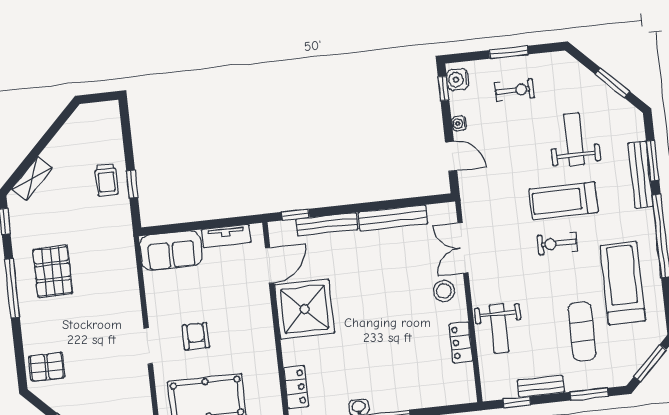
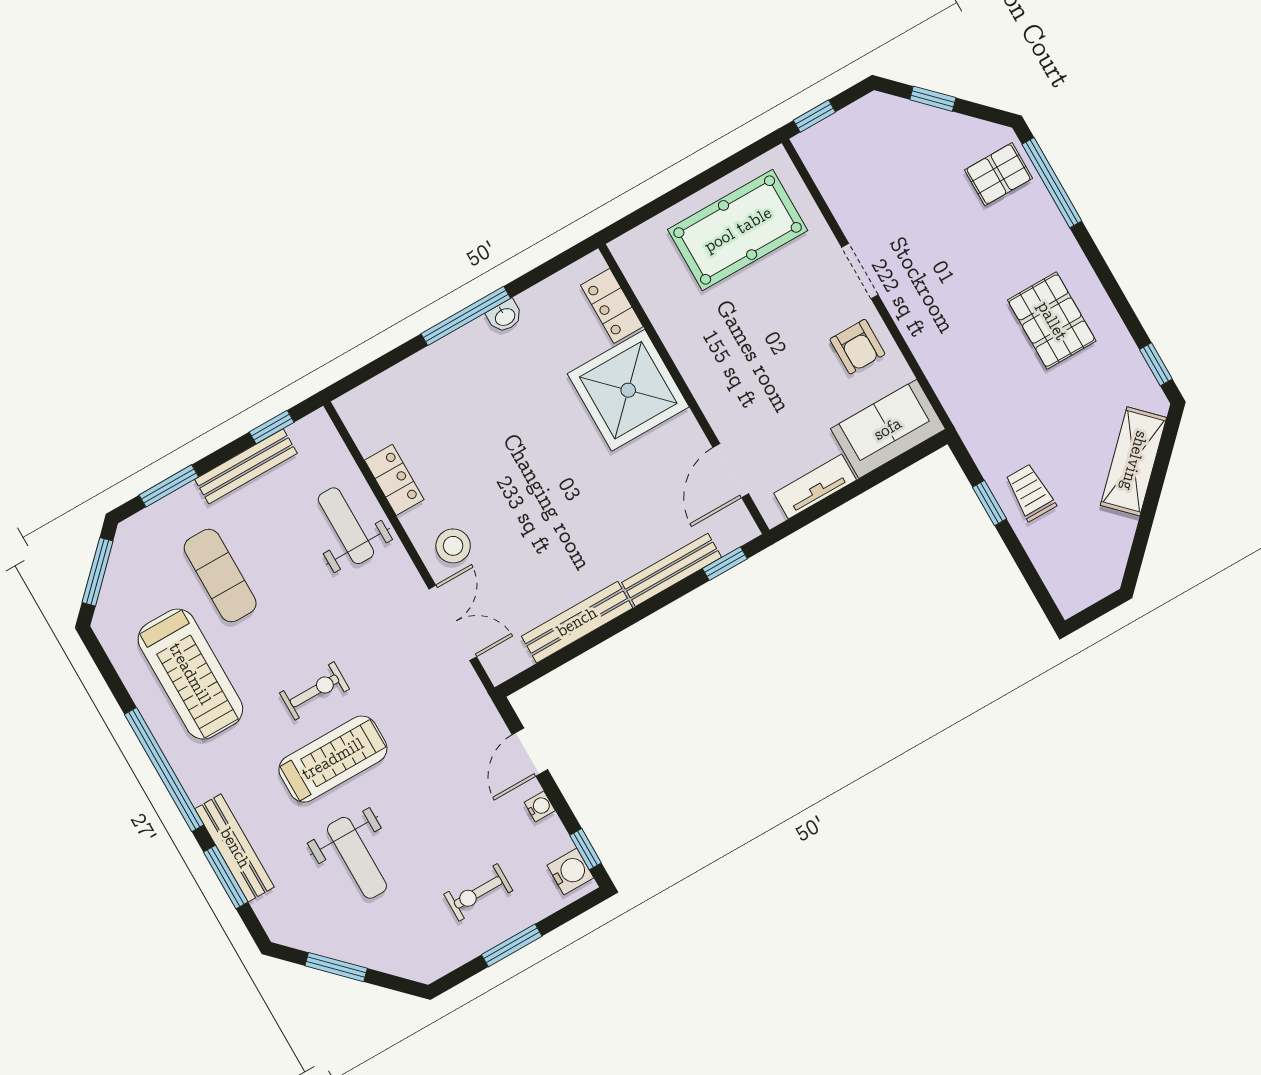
door: (451, 156) -> (530, 752), hinge flipped
shelving: (32, 179) -> (1134, 461), width x1.50, depth x1.33
window: (12, 288) -> (1052, 183), moved
shower: (305, 309) -> (628, 390), moved
armchair: (196, 336) -> (857, 347), moved
bench: (541, 386) -> (246, 466), width x1.36

